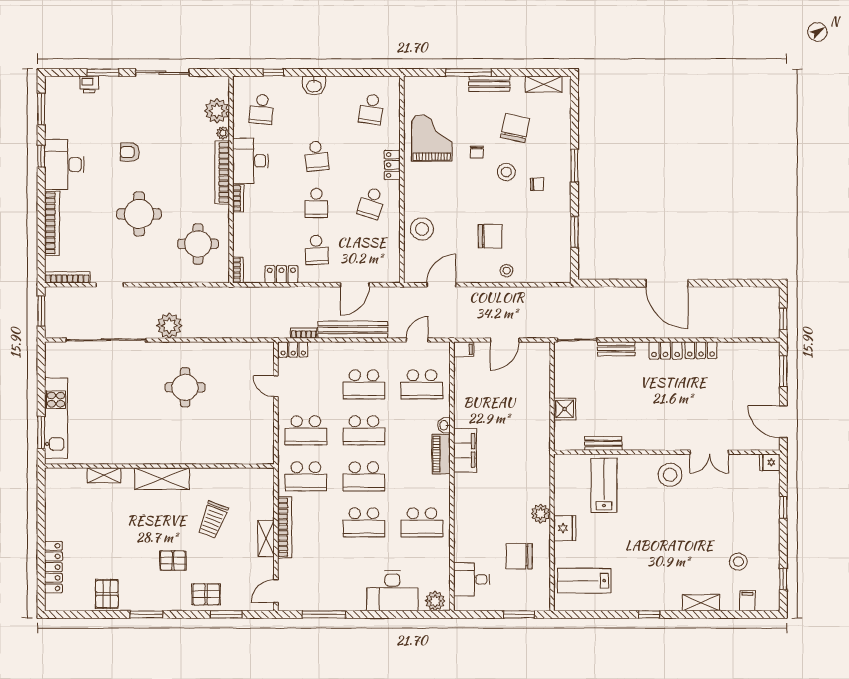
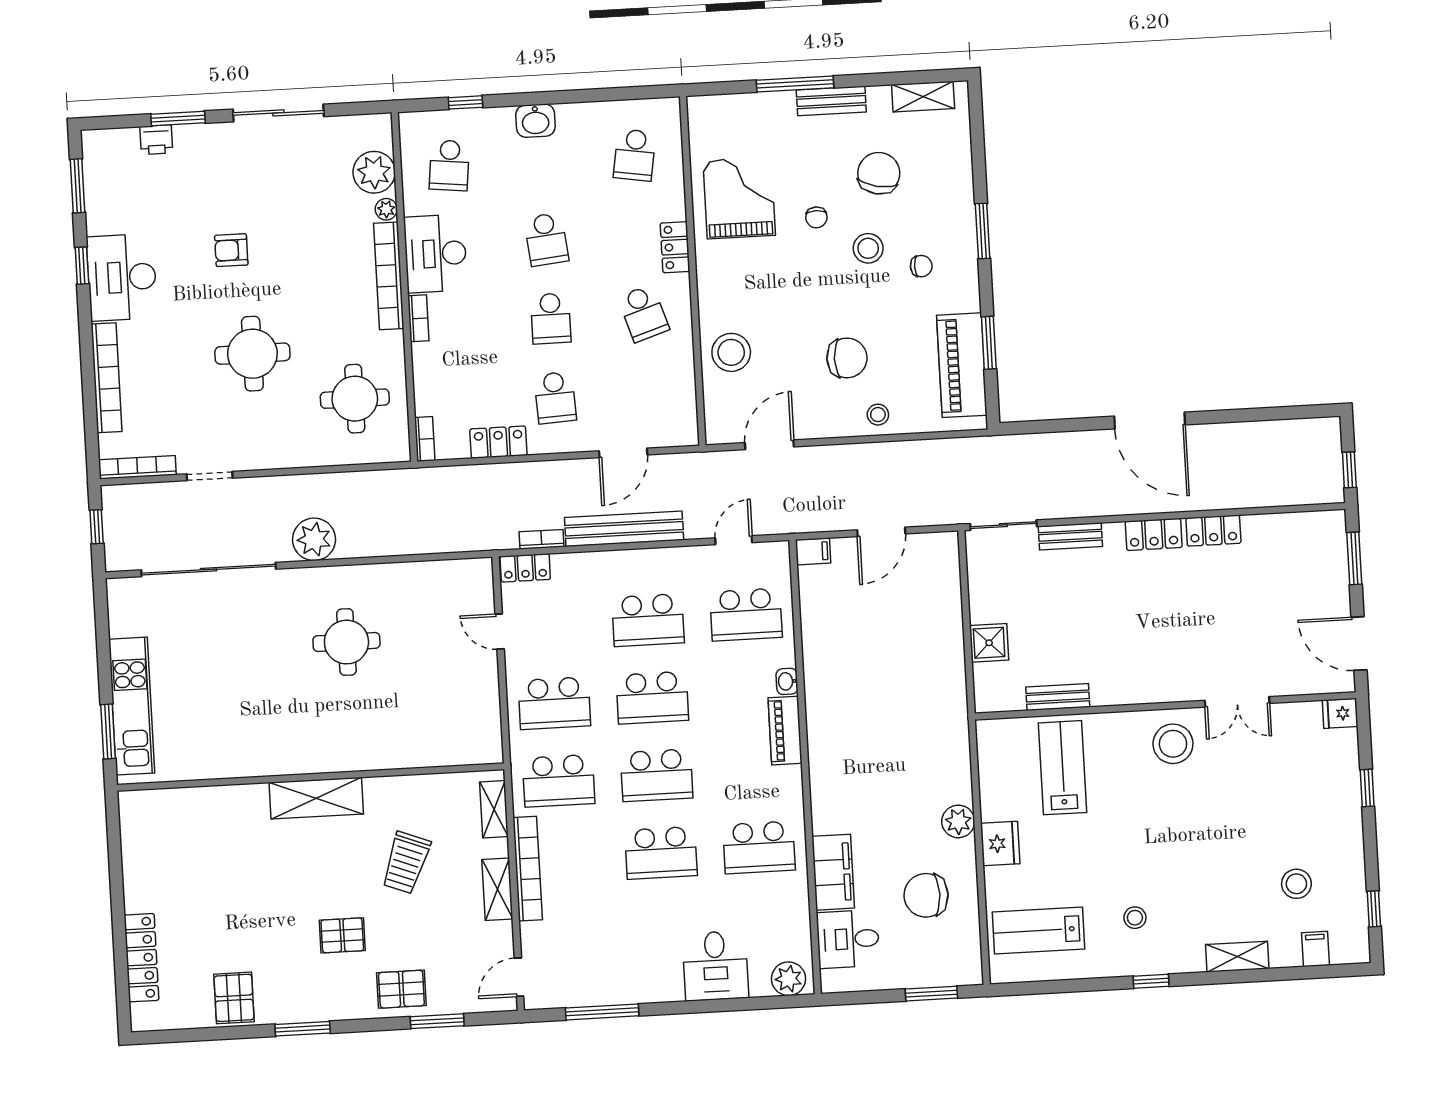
school desk: (371, 203) -> (643, 313), turned -36
piano: (558, 244) -> (962, 365), added
window: (41, 311) -> (97, 527), width x0.67
filing cabinet: (465, 450) -> (833, 872), moved
shelving: (104, 475) -> (494, 809), moved, turned 90
stool: (642, 576) -> (1135, 918), added
desk: (392, 591) -> (715, 966), width x0.73

